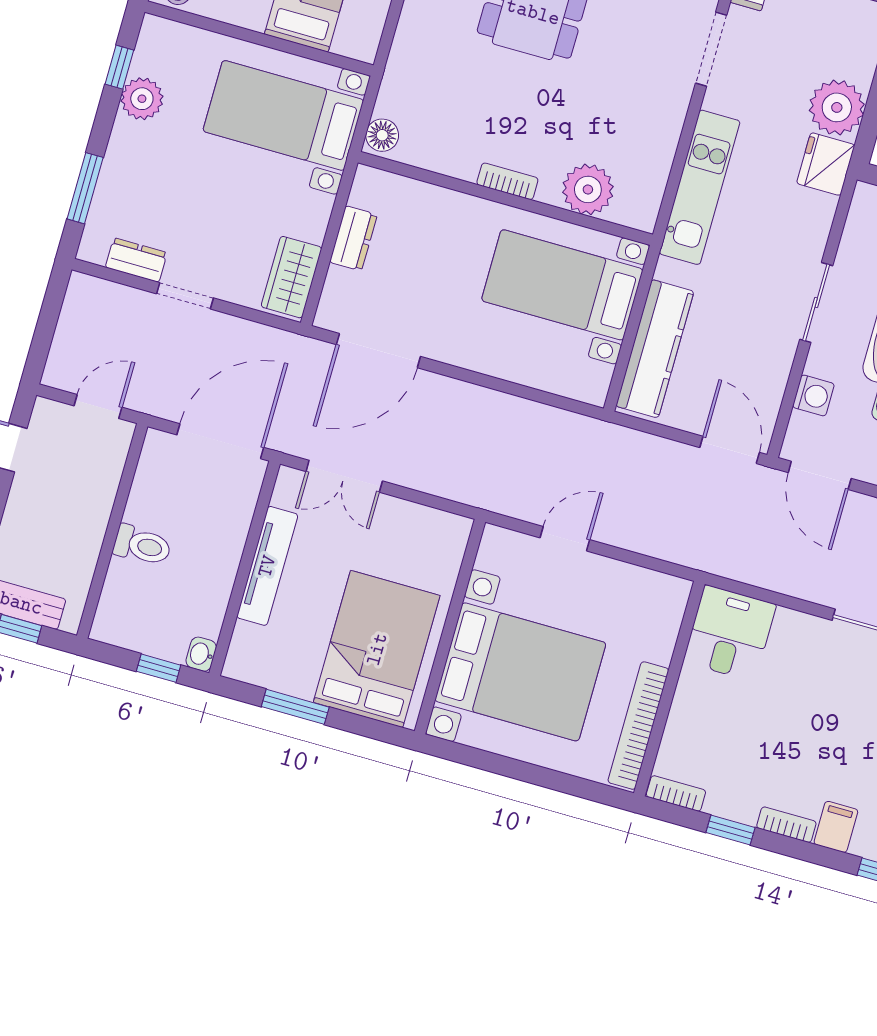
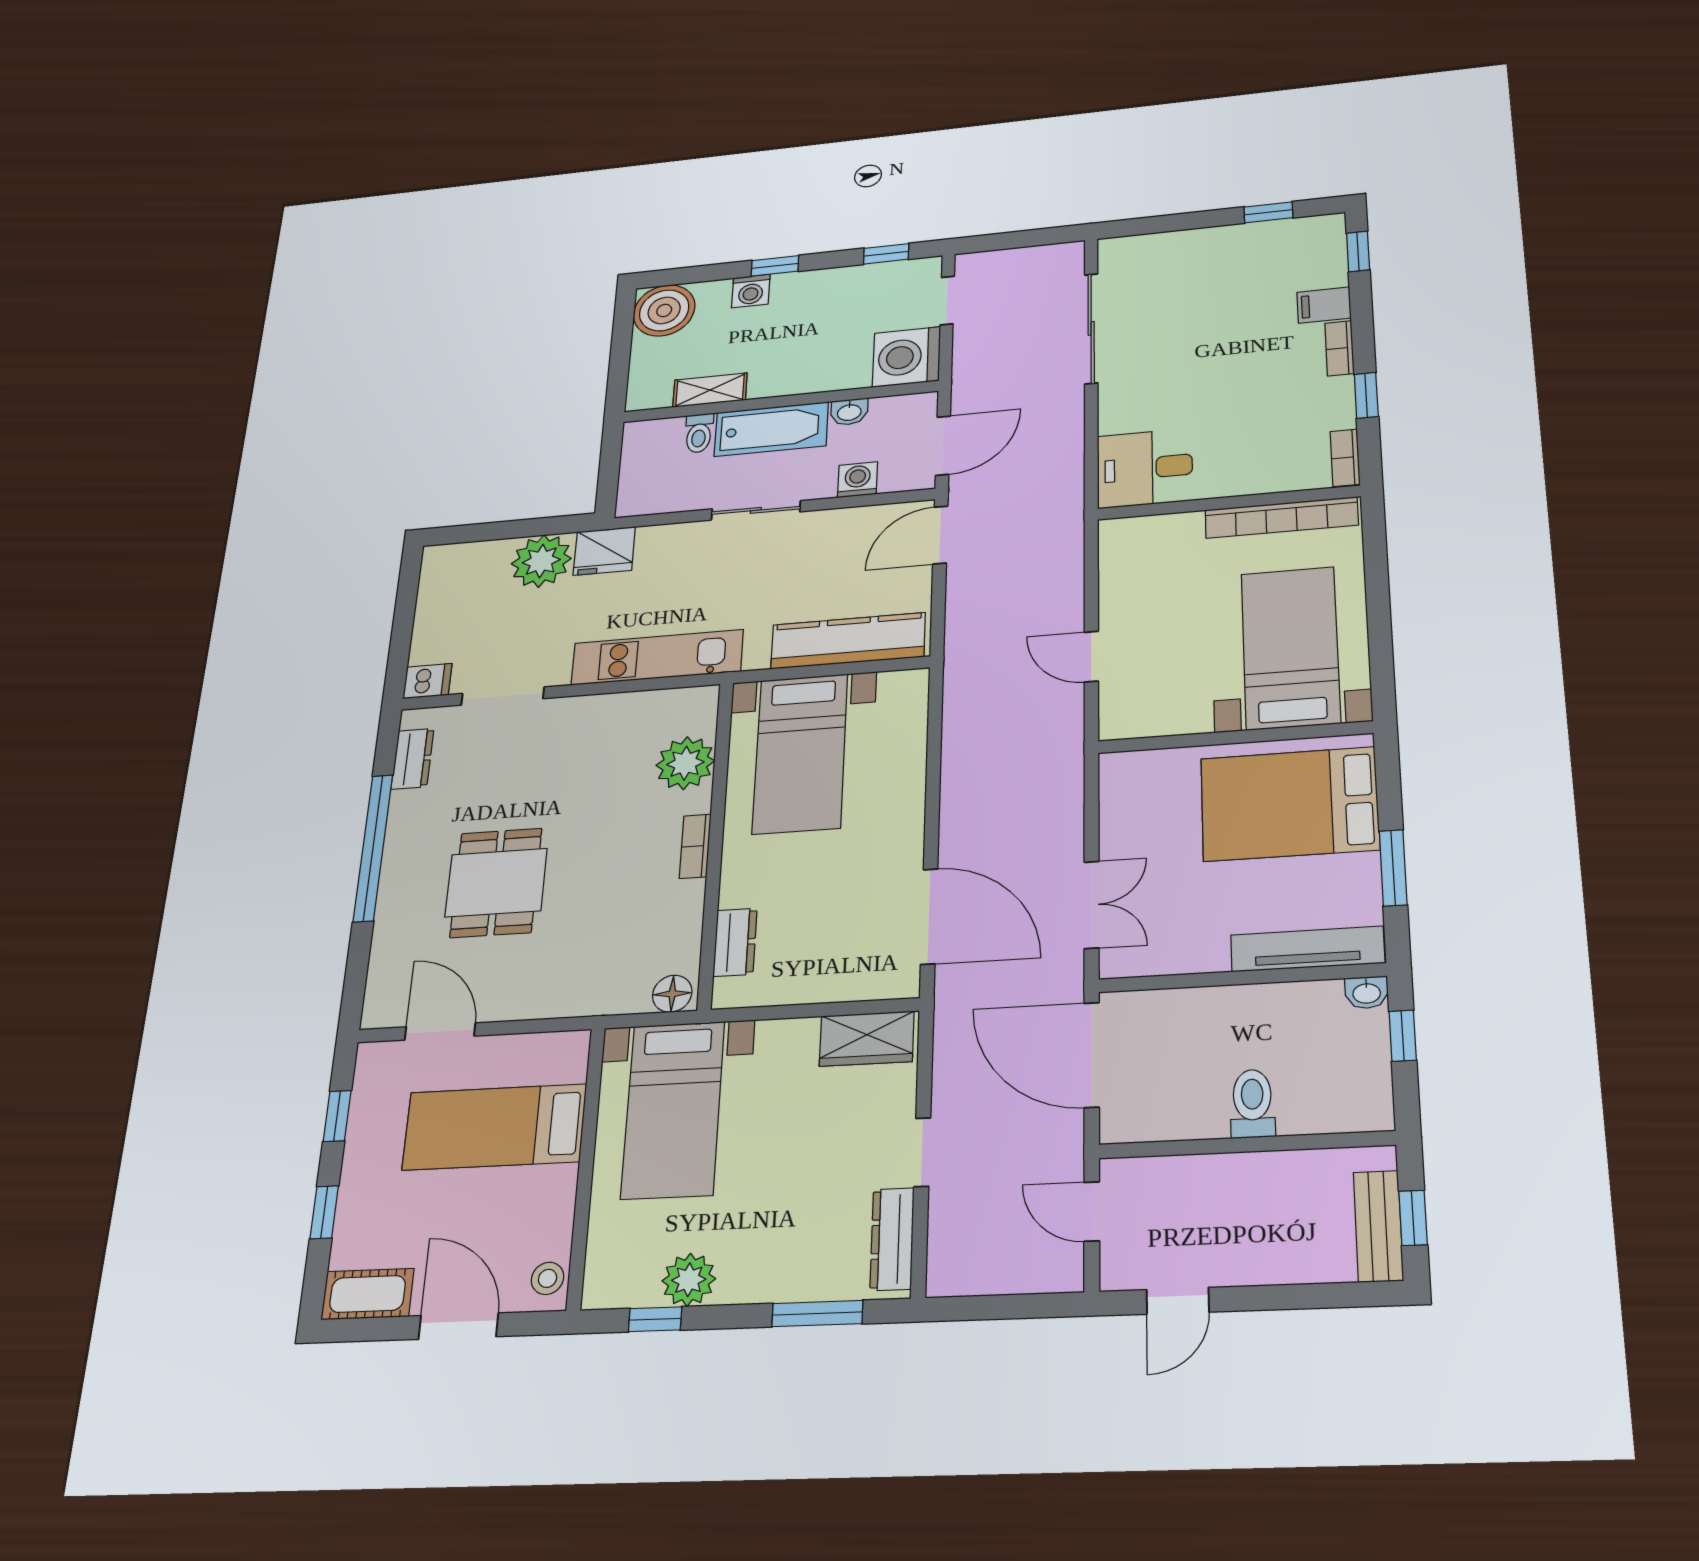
dresser: (353, 238) -> (735, 942), moved, turned 90
dresser: (136, 260) -> (892, 1239), width x1.44
tv unit: (267, 566) -> (1307, 949), moved
bed with nightstands: (520, 672) -> (1290, 648), width x0.73

